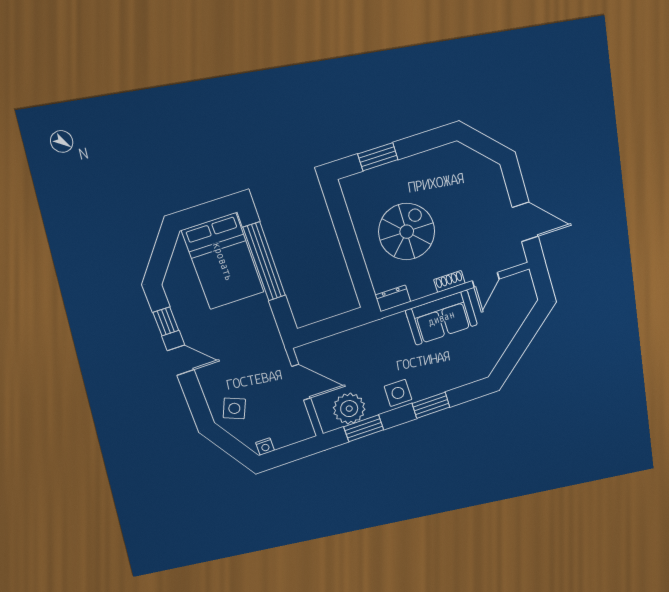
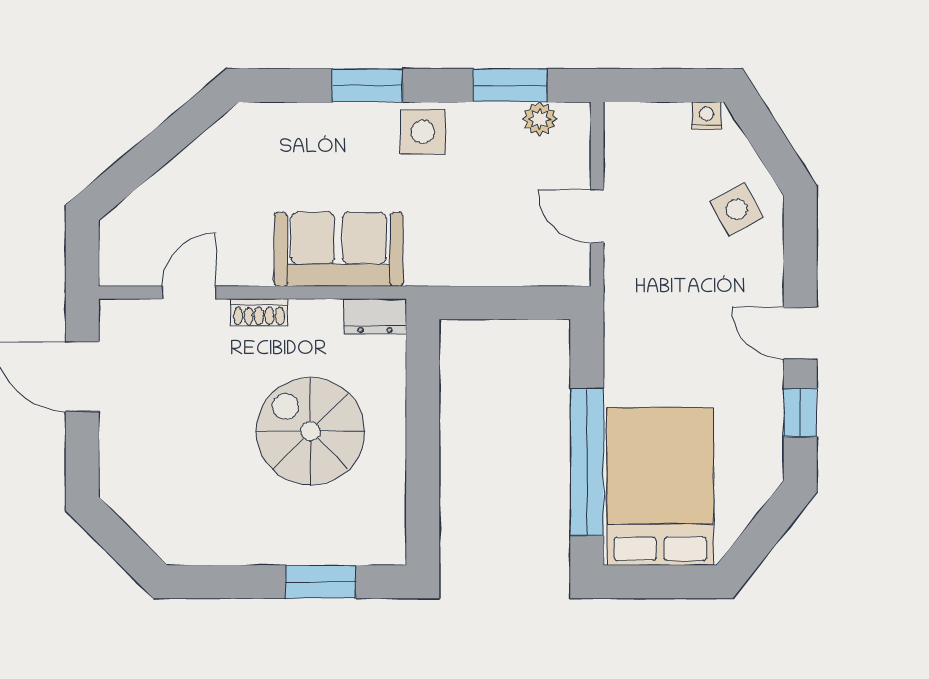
spiral stairs: (407, 232) -> (310, 431), turned 90
sofa: (441, 318) -> (339, 249), moved
door: (301, 382) -> (597, 216), width x0.73
side table: (234, 408) -> (737, 209), turned 38
plant: (349, 409) -> (540, 119), width x0.53, depth x0.53

